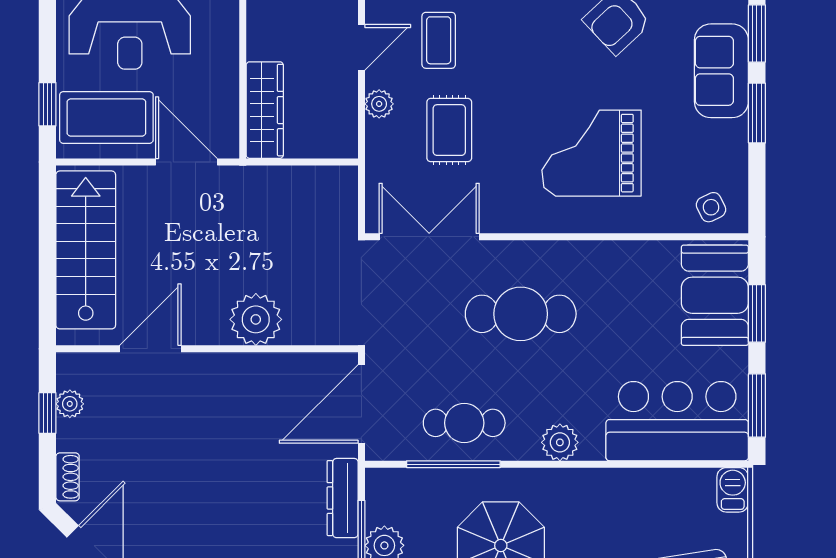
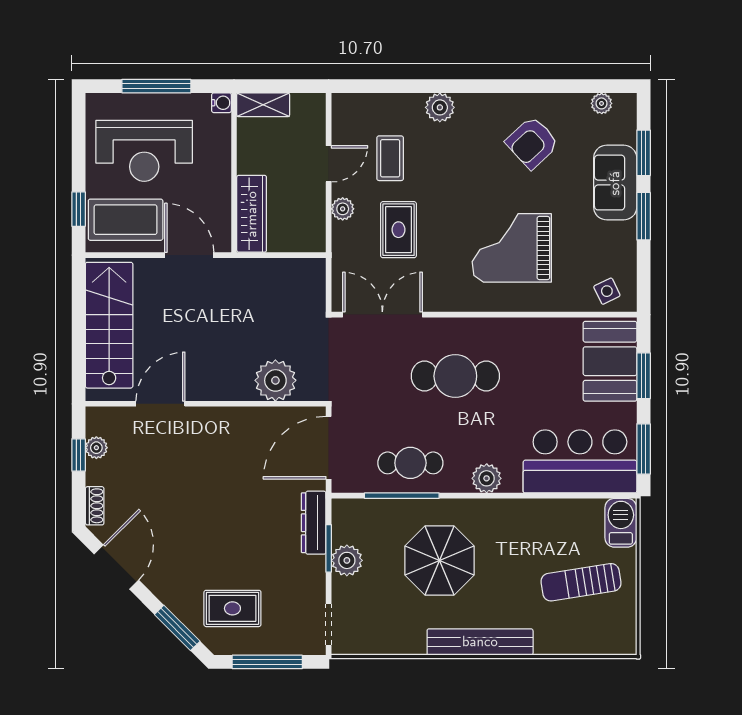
plant: (256, 319) -> (275, 380), moved
barbecue: (733, 490) -> (621, 523), width x1.38, depth x1.27

